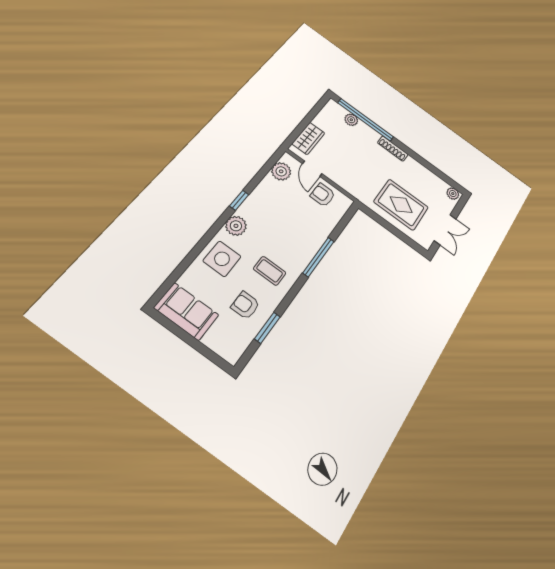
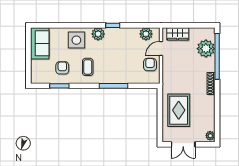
plant: (351, 120) -> (206, 49), width x1.87, depth x1.87

